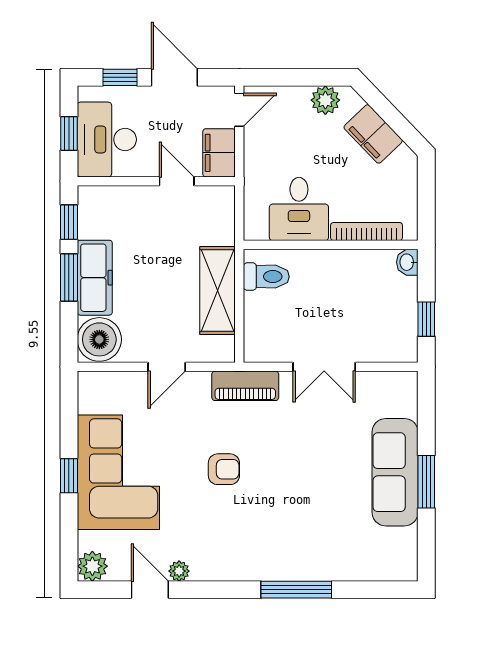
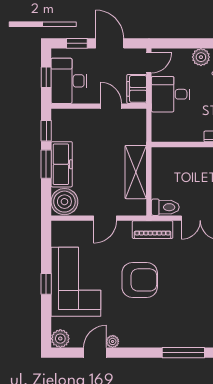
desk: (299, 209) -> (171, 94), moved, turned 90
toilet: (266, 277) -> (165, 207), moved
armchair: (224, 469) -> (140, 280), width x1.88, depth x1.88
door: (150, 590) -> (95, 353), hinge flipped

